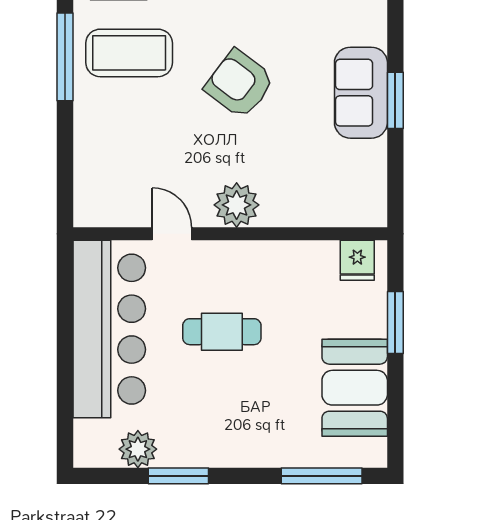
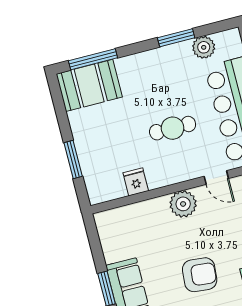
armchair: (239, 84) -> (200, 275), turned -32
fridge: (357, 260) -> (136, 182), moved
booth: (355, 388) -> (89, 85), moved, turned 90

